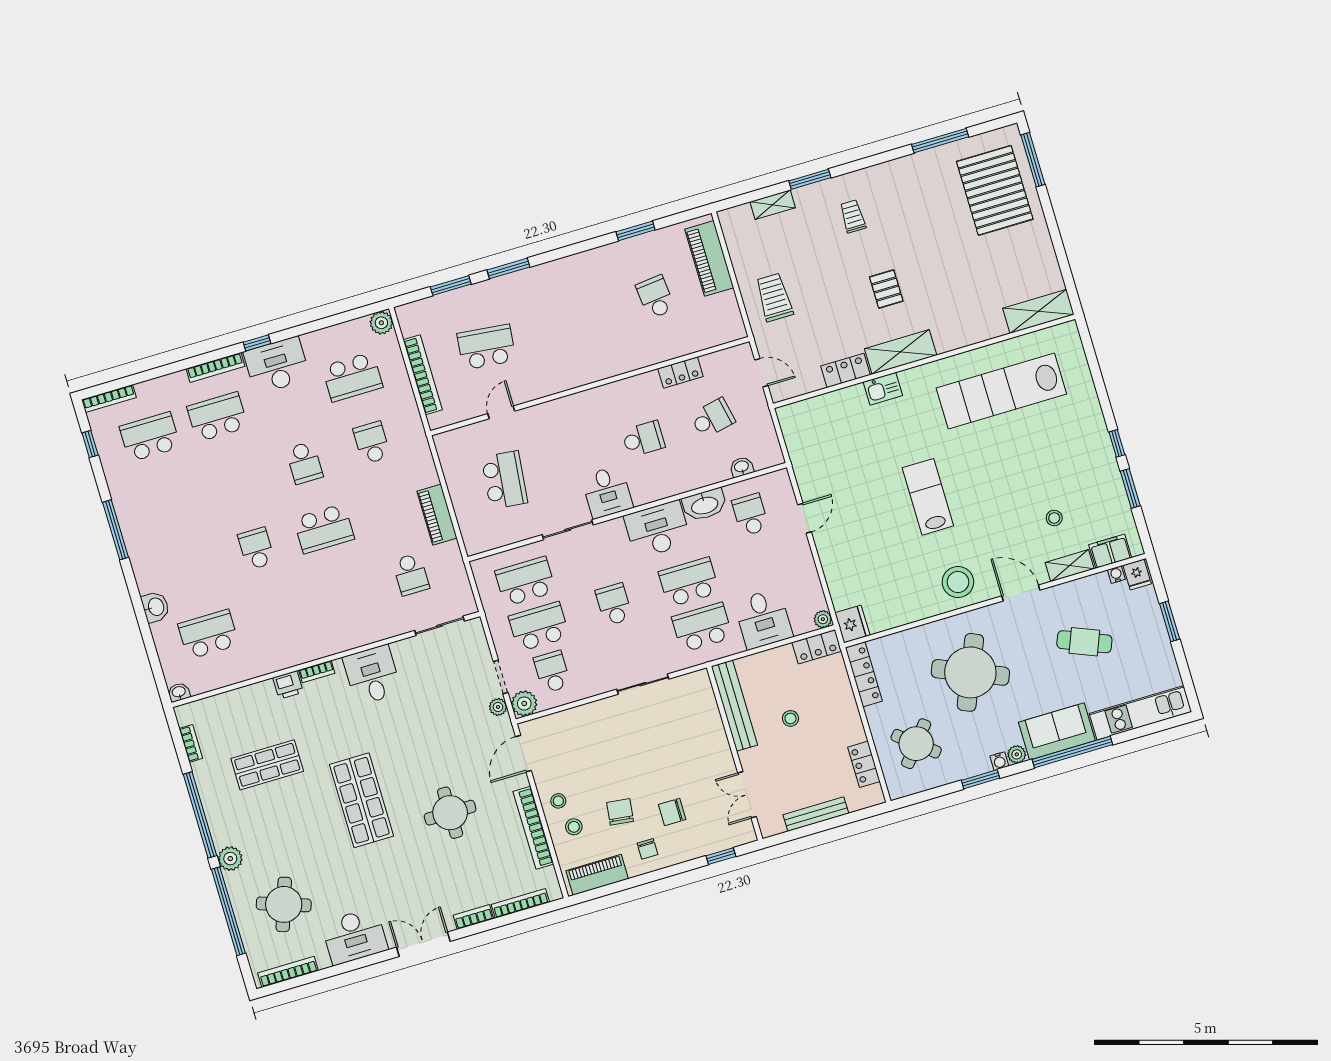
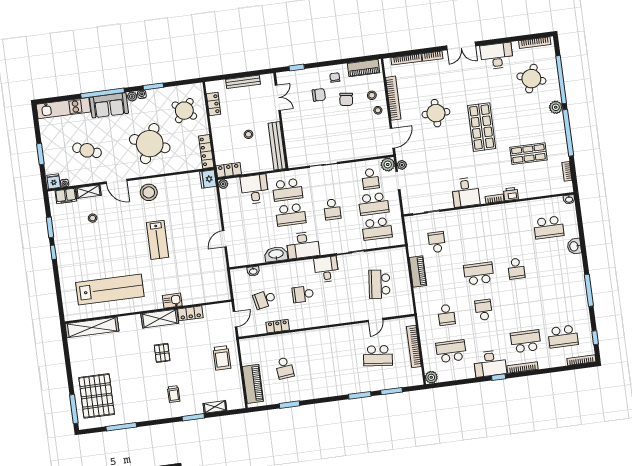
shelving: (1038, 311) -> (92, 327), width x1.47
door: (761, 373) -> (235, 319), swing flipped
school desk: (217, 417) -> (526, 341), turned 180
school desk: (750, 515) -> (253, 245), removed

